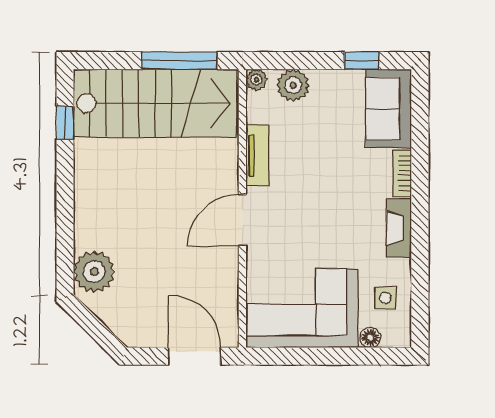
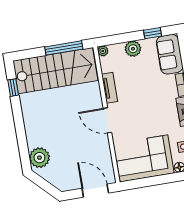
plant: (293, 85) -> (133, 49), moved
door: (242, 220) -> (107, 120), hinge flipped

